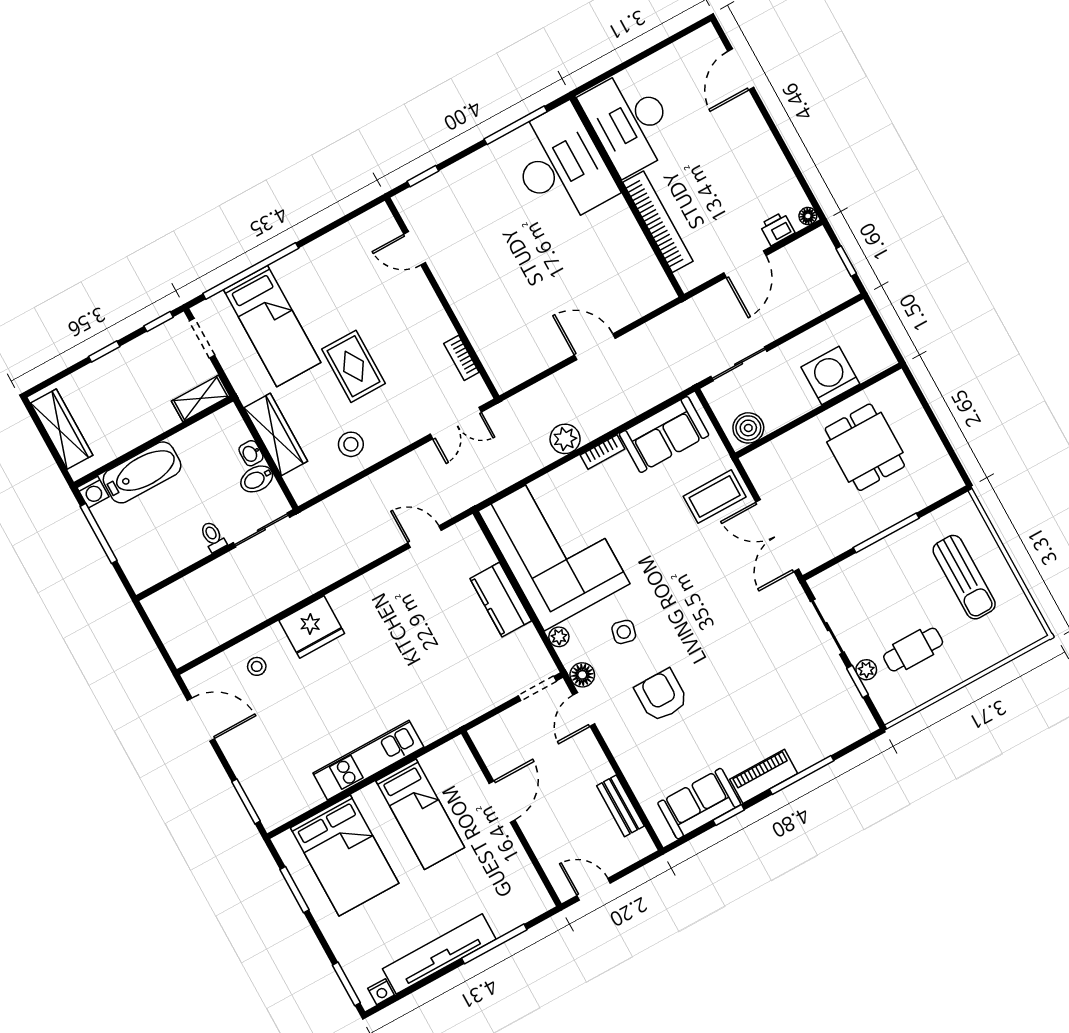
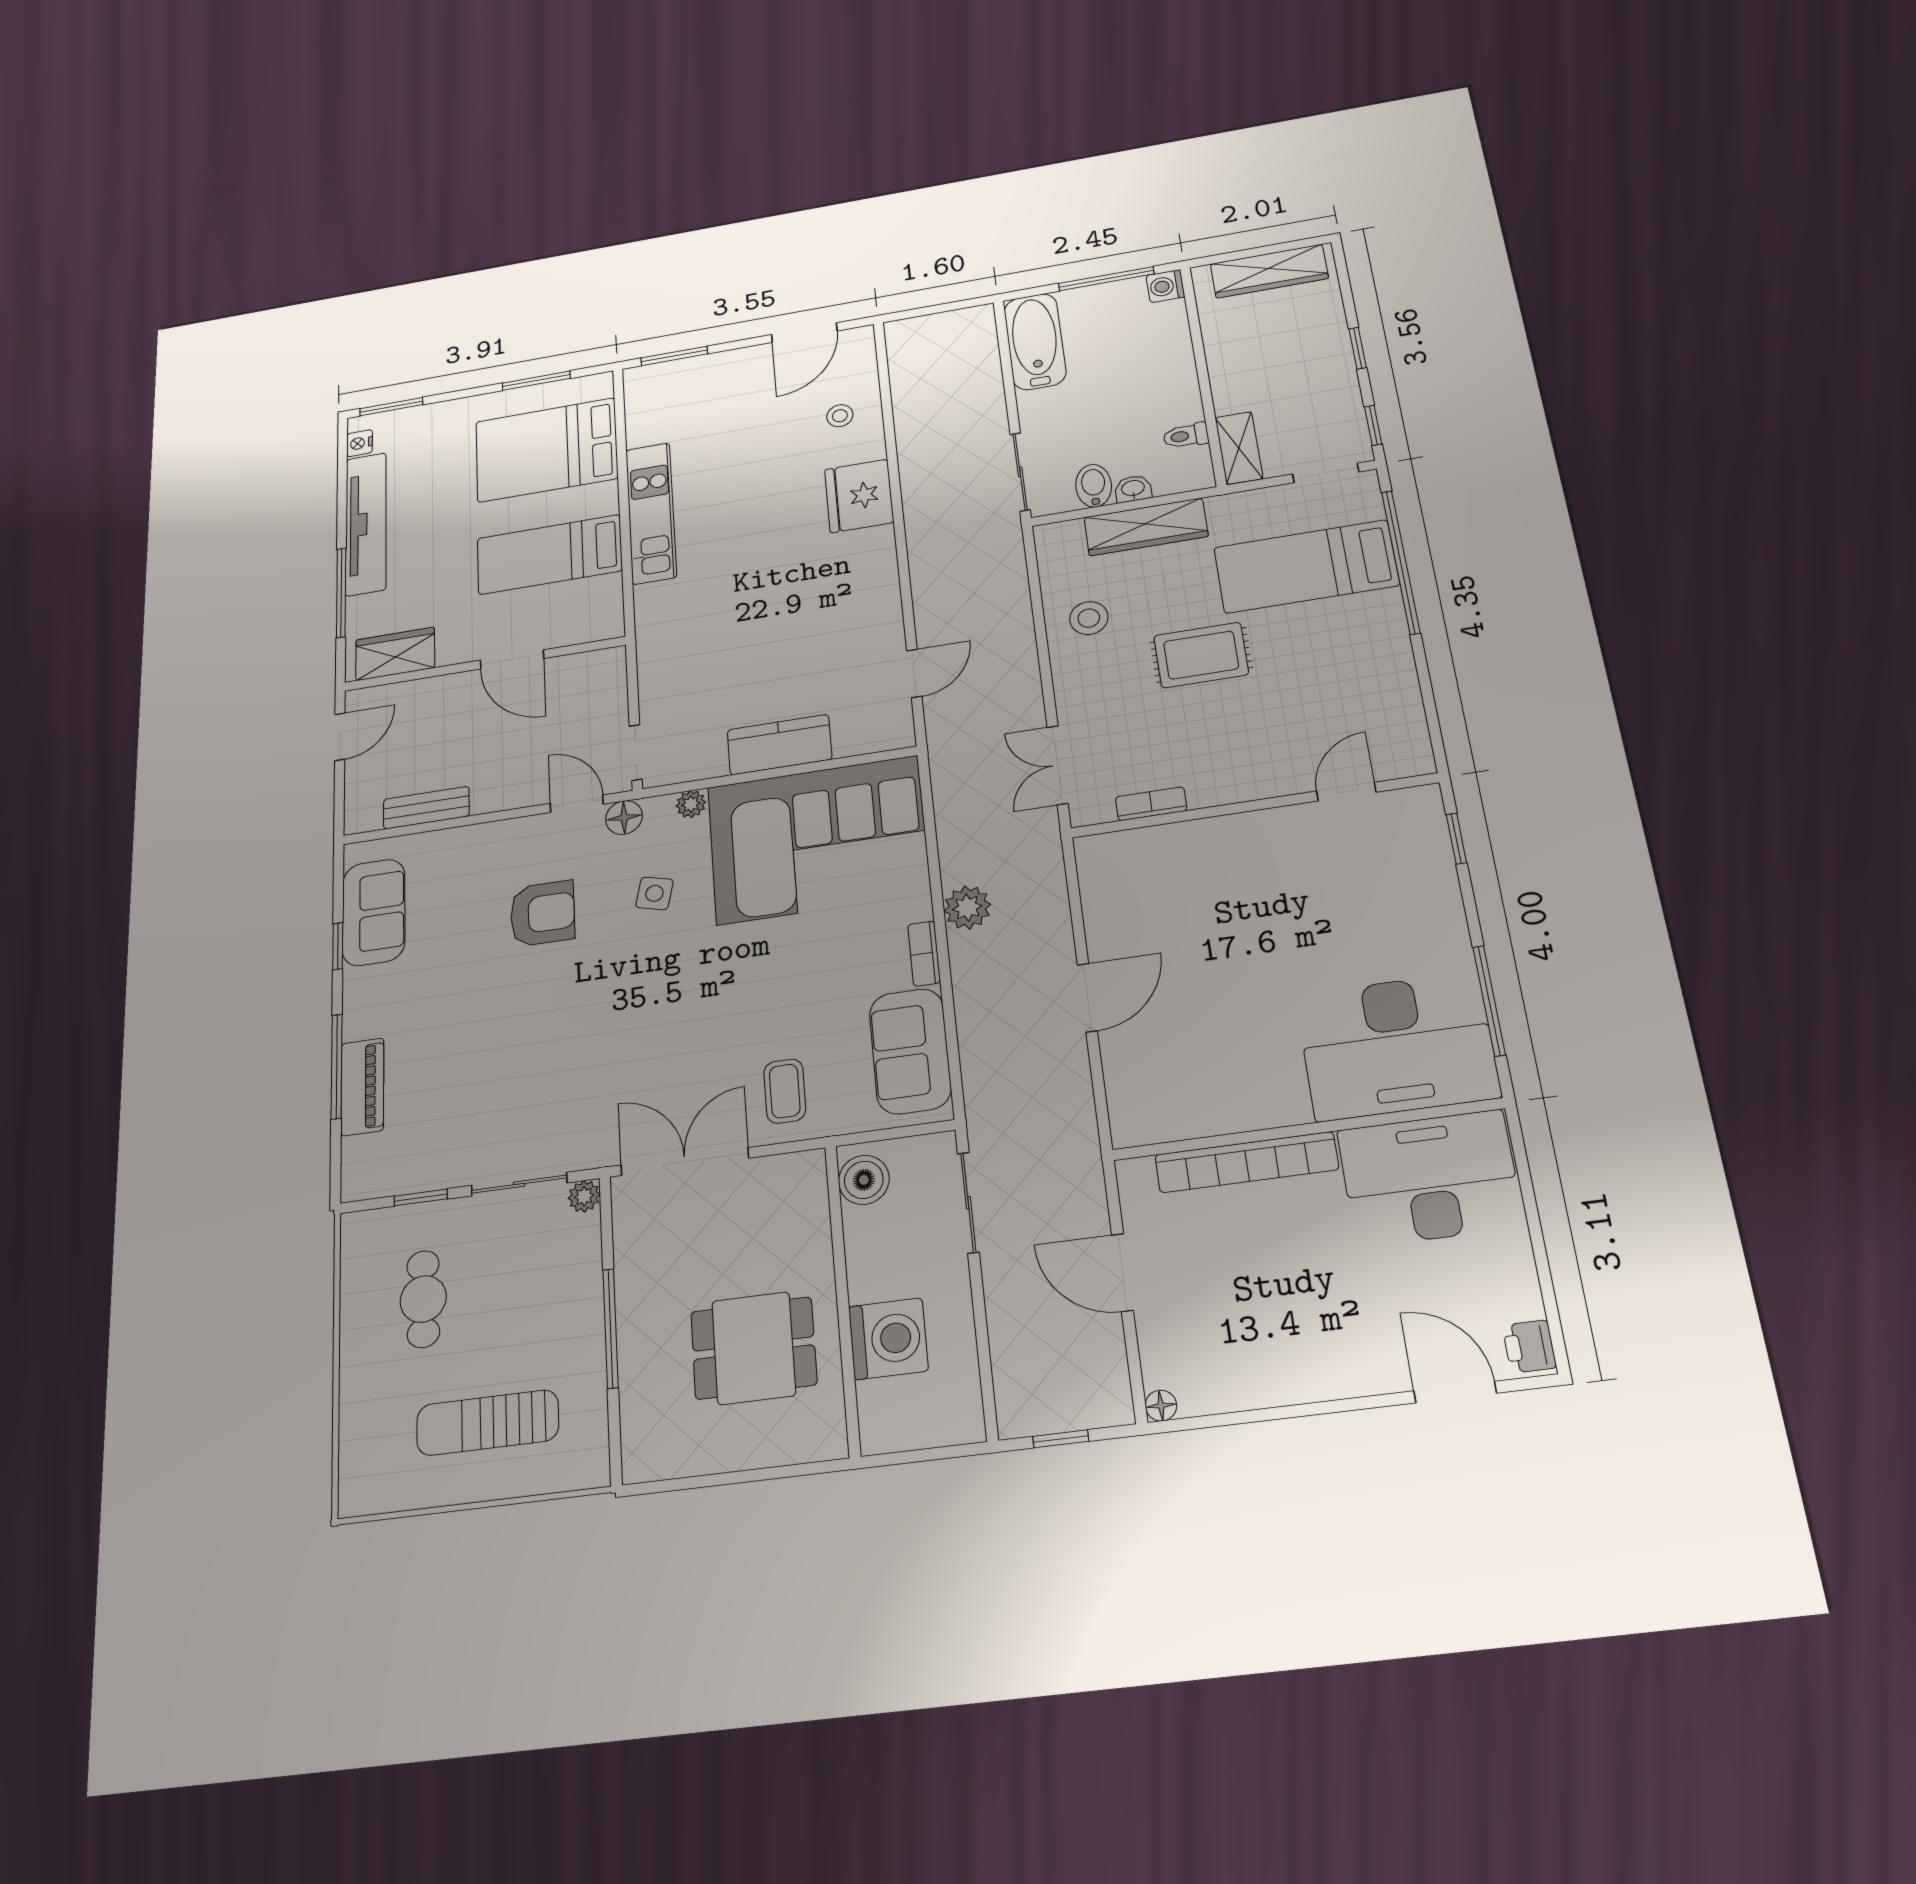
printer: (777, 229) -> (1529, 1346), moved, turned 180
bathtub: (142, 472) -> (1035, 342), moved, turned 180
coffee table: (715, 497) -> (785, 1091), width x0.73, depth x0.77
toilet: (213, 537) -> (1186, 436), moved, turned 180
plant: (866, 670) -> (584, 1196), moved
piano: (764, 776) -> (362, 1087), moved
wardrobe: (525, 883) -> (395, 654), added

